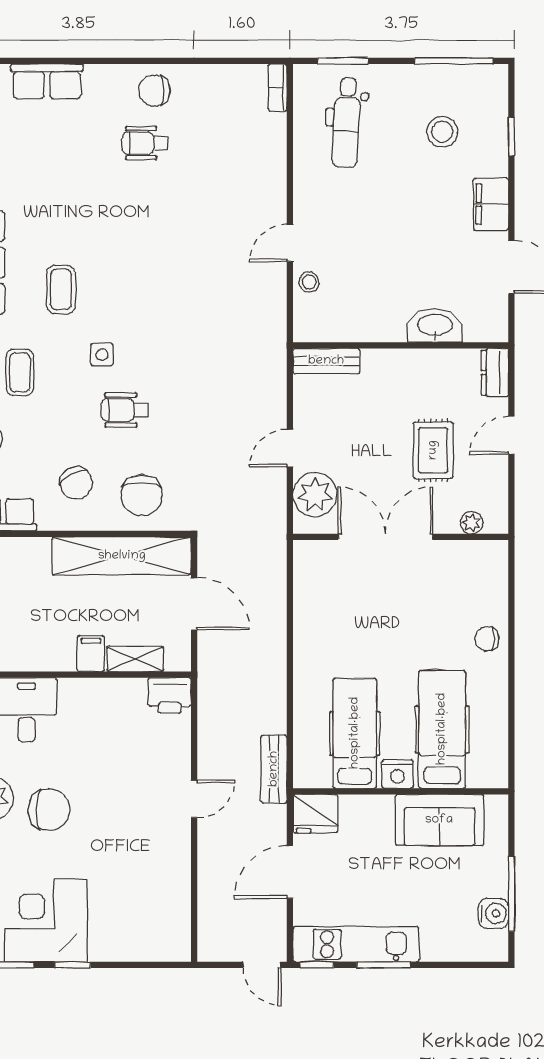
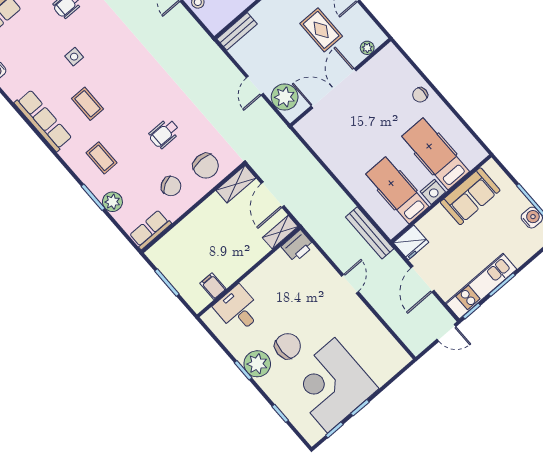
side table: (102, 355) -> (74, 57), moved
shelving: (122, 556) -> (236, 184), width x0.45, depth x0.75
door: (194, 604) -> (273, 195), swing flipped
filing cabinet: (91, 654) -> (213, 286), moved
shelving: (135, 659) -> (280, 232), moved
bench: (274, 769) -> (370, 233), width x1.36
corner desk: (46, 921) -> (331, 385), width x1.36, depth x1.36

